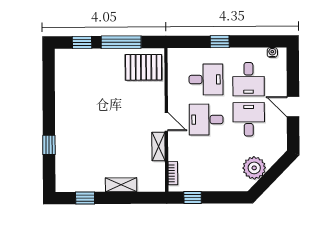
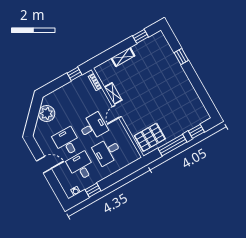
window: (220, 42) -> (93, 190), moved
desk: (249, 119) -> (67, 142), turned 180
door: (166, 122) -> (117, 112), hinge flipped

